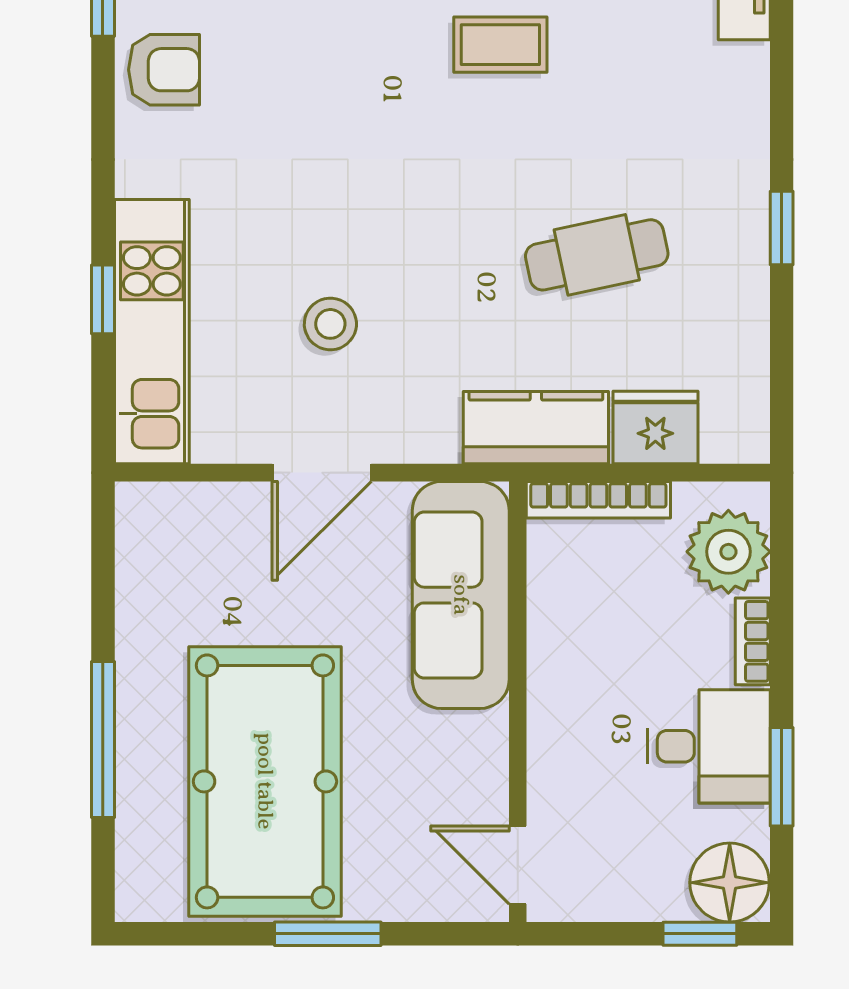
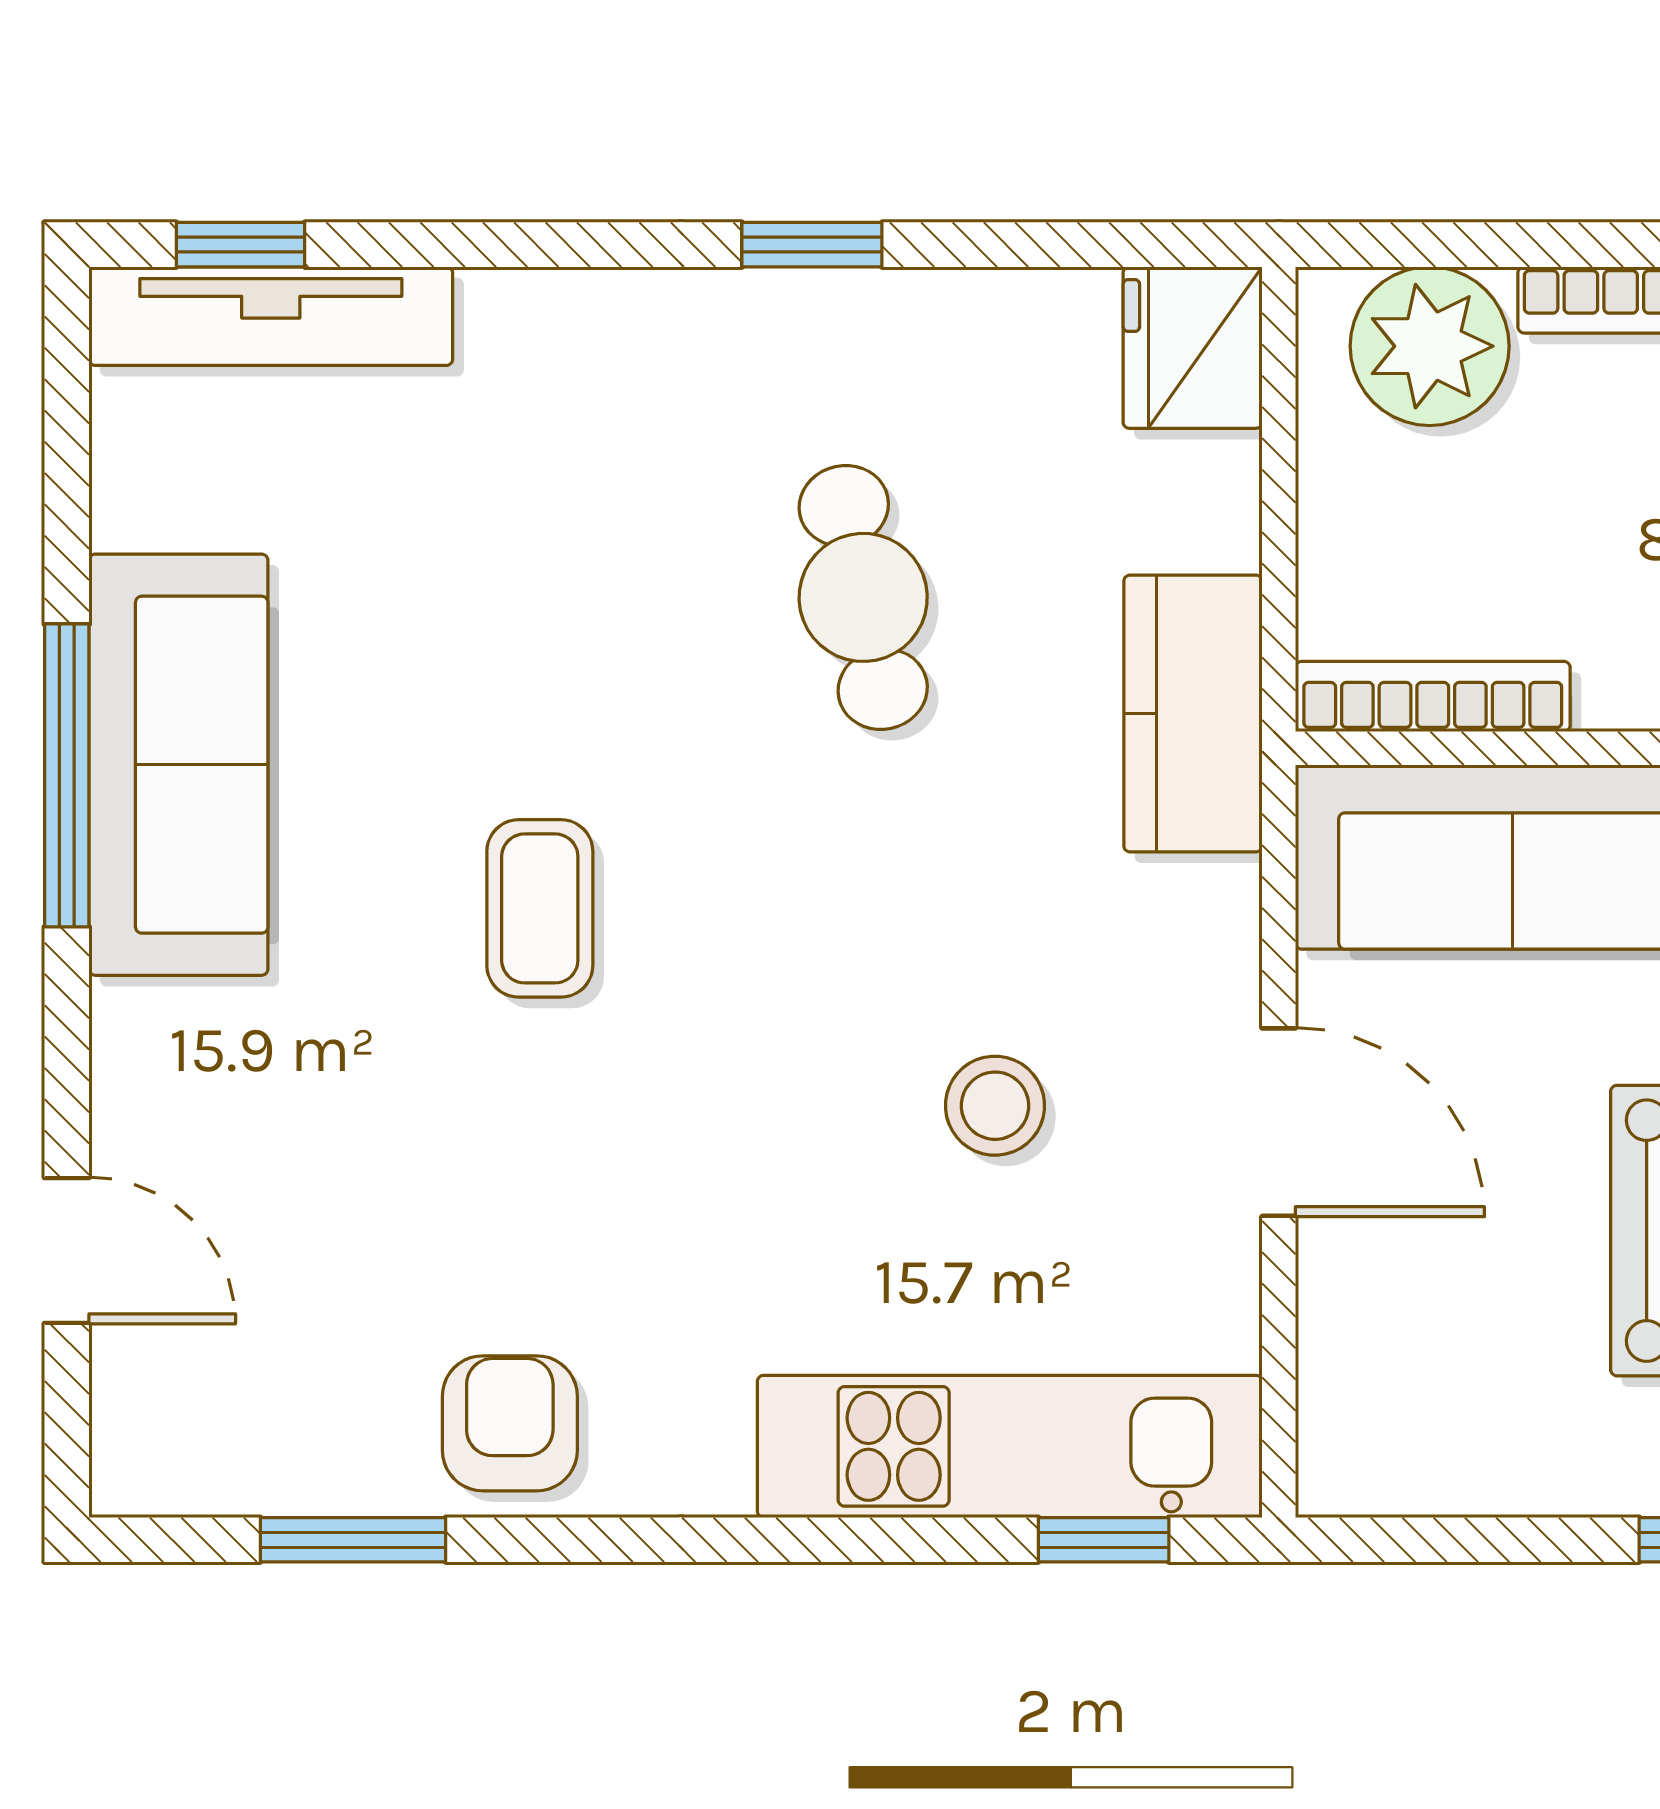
coffee table: (500, 45) -> (540, 908), moved
window: (103, 299) -> (1104, 1540), moved
fridge: (655, 428) -> (1193, 348), moved
bookcase: (598, 500) -> (1433, 696), moved, turned -90

